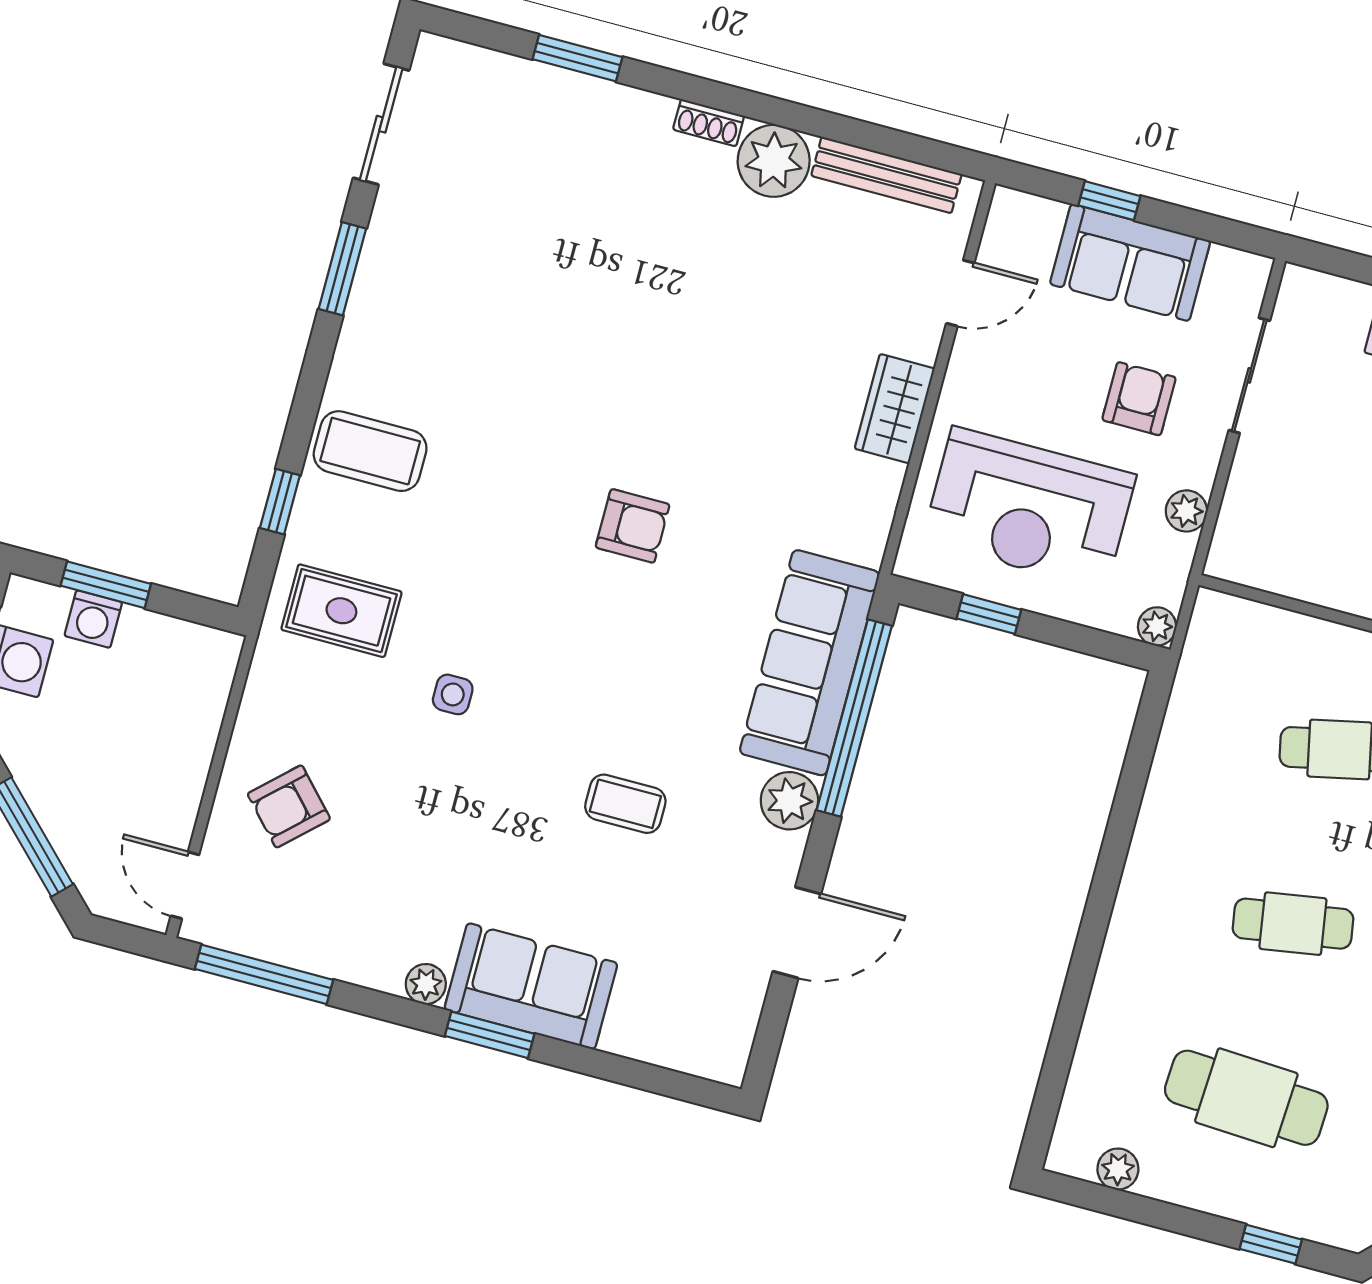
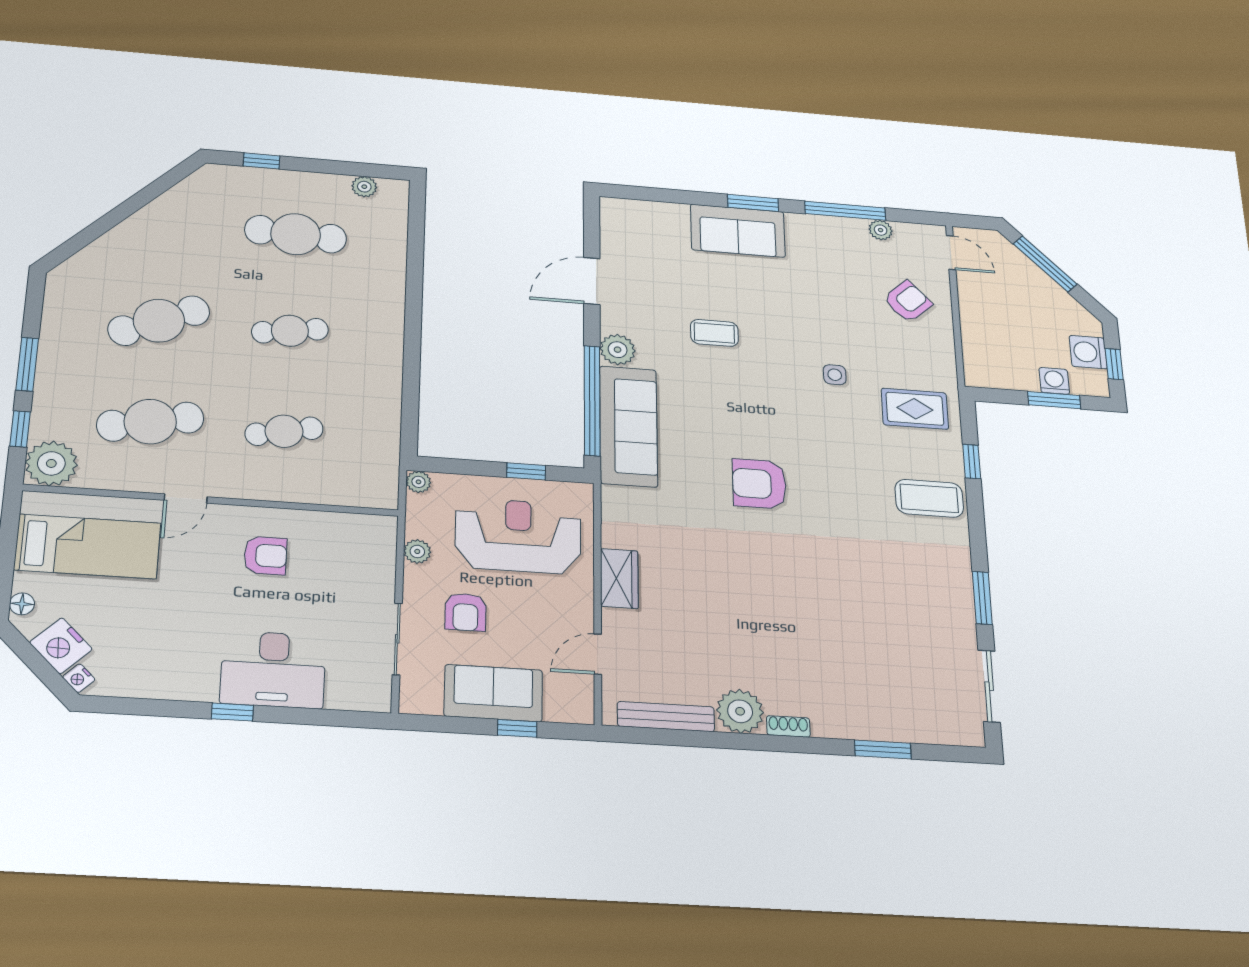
armchair: (633, 526) -> (759, 484), width x1.38, depth x1.38
window: (264, 974) -> (845, 211), moved
plant: (426, 984) -> (881, 230), moved

